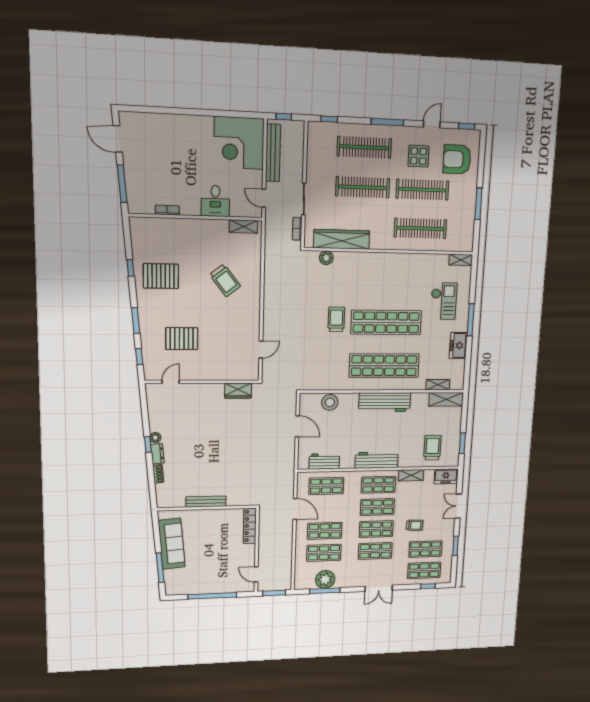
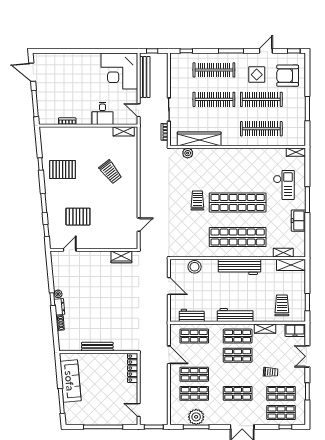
shop shelf: (376, 529) -> (238, 374), removed

